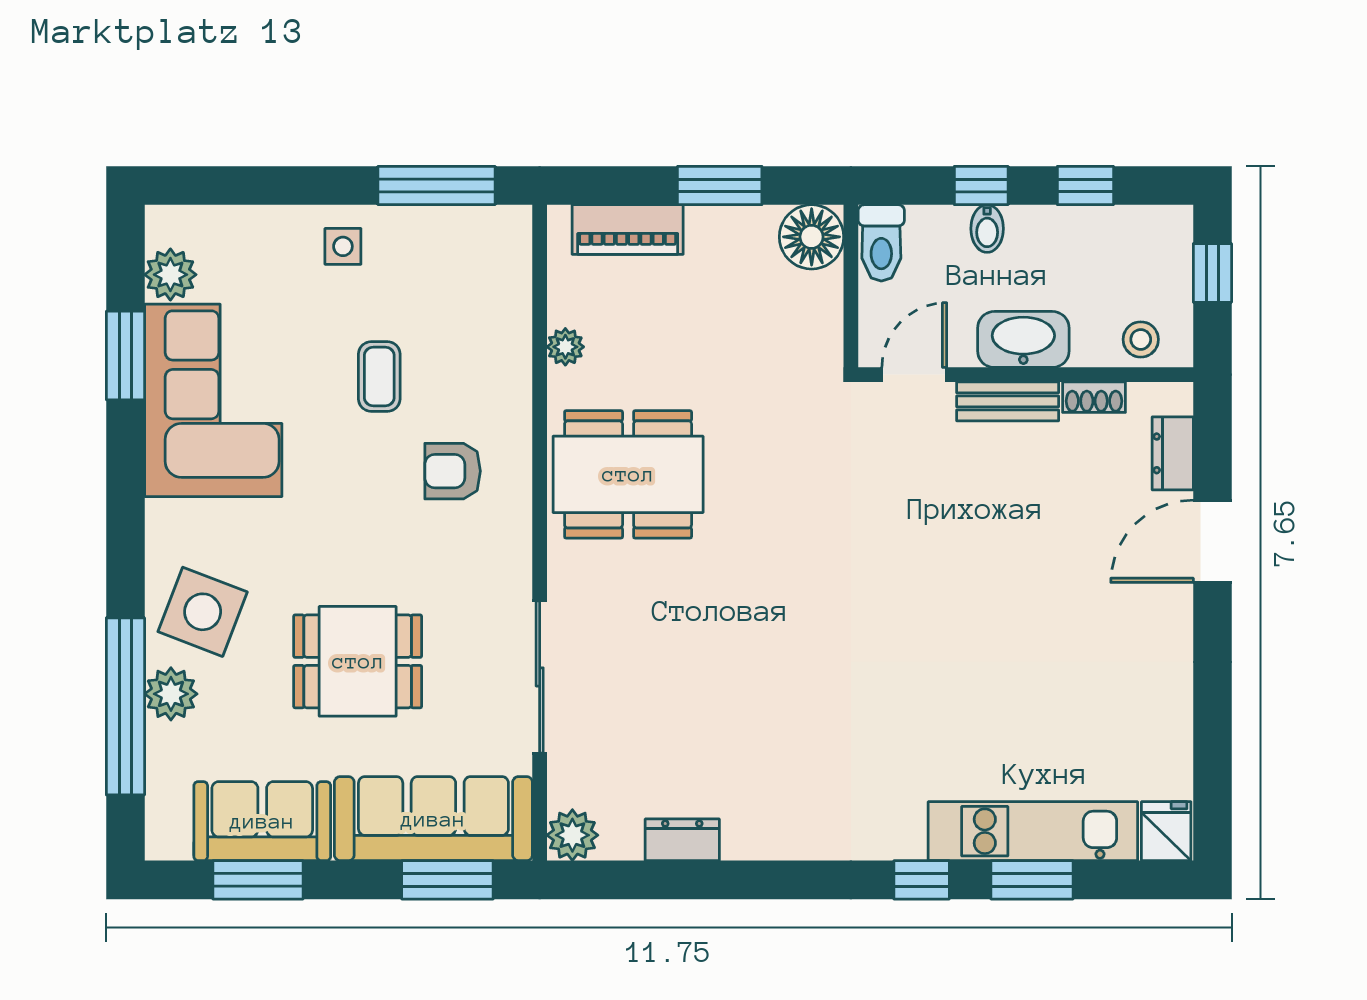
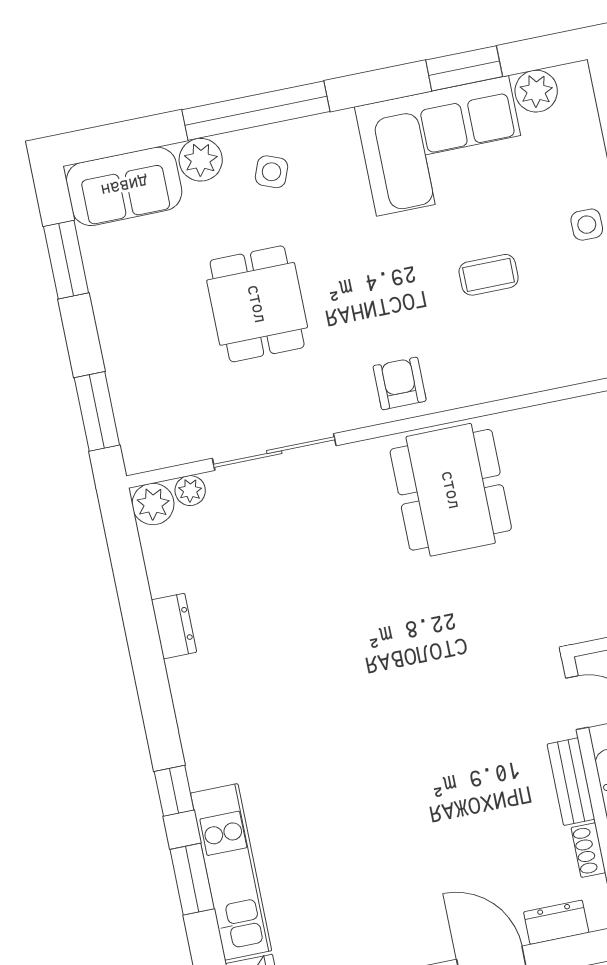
plant: (565, 347) -> (190, 491), moved
armchair: (453, 471) -> (400, 383), moved
side table: (203, 612) -> (272, 172), width x0.54, depth x0.54
window: (125, 706) -> (256, 111), moved
sofa: (433, 819) -> (144, 390), removed
sofa: (262, 821) -> (124, 186), moved, turned 90
dresser: (682, 840) -> (174, 626), moved

